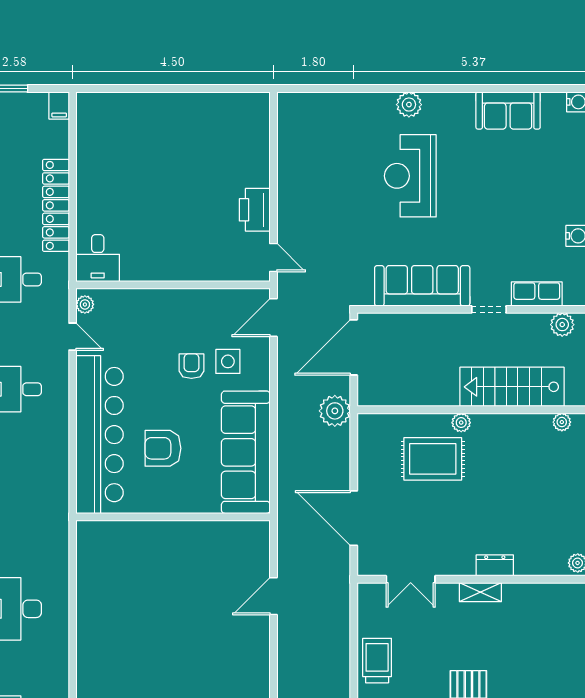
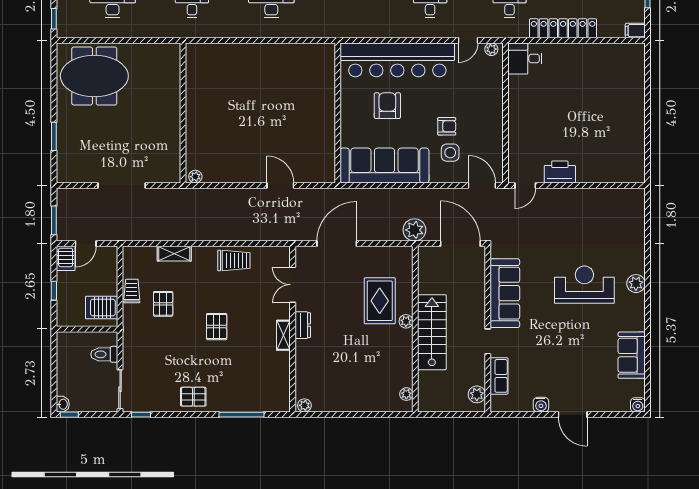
stairs: (512, 387) -> (432, 332), moved
dresser: (495, 565) -> (303, 325), moved

